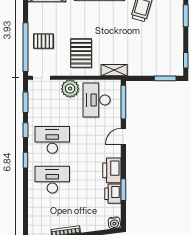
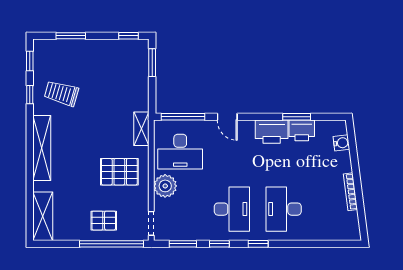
pallet: (44, 41) -> (104, 221), turned 90
desk: (52, 140) -> (232, 209), turned 180
water cooler: (114, 223) -> (341, 143), moved

